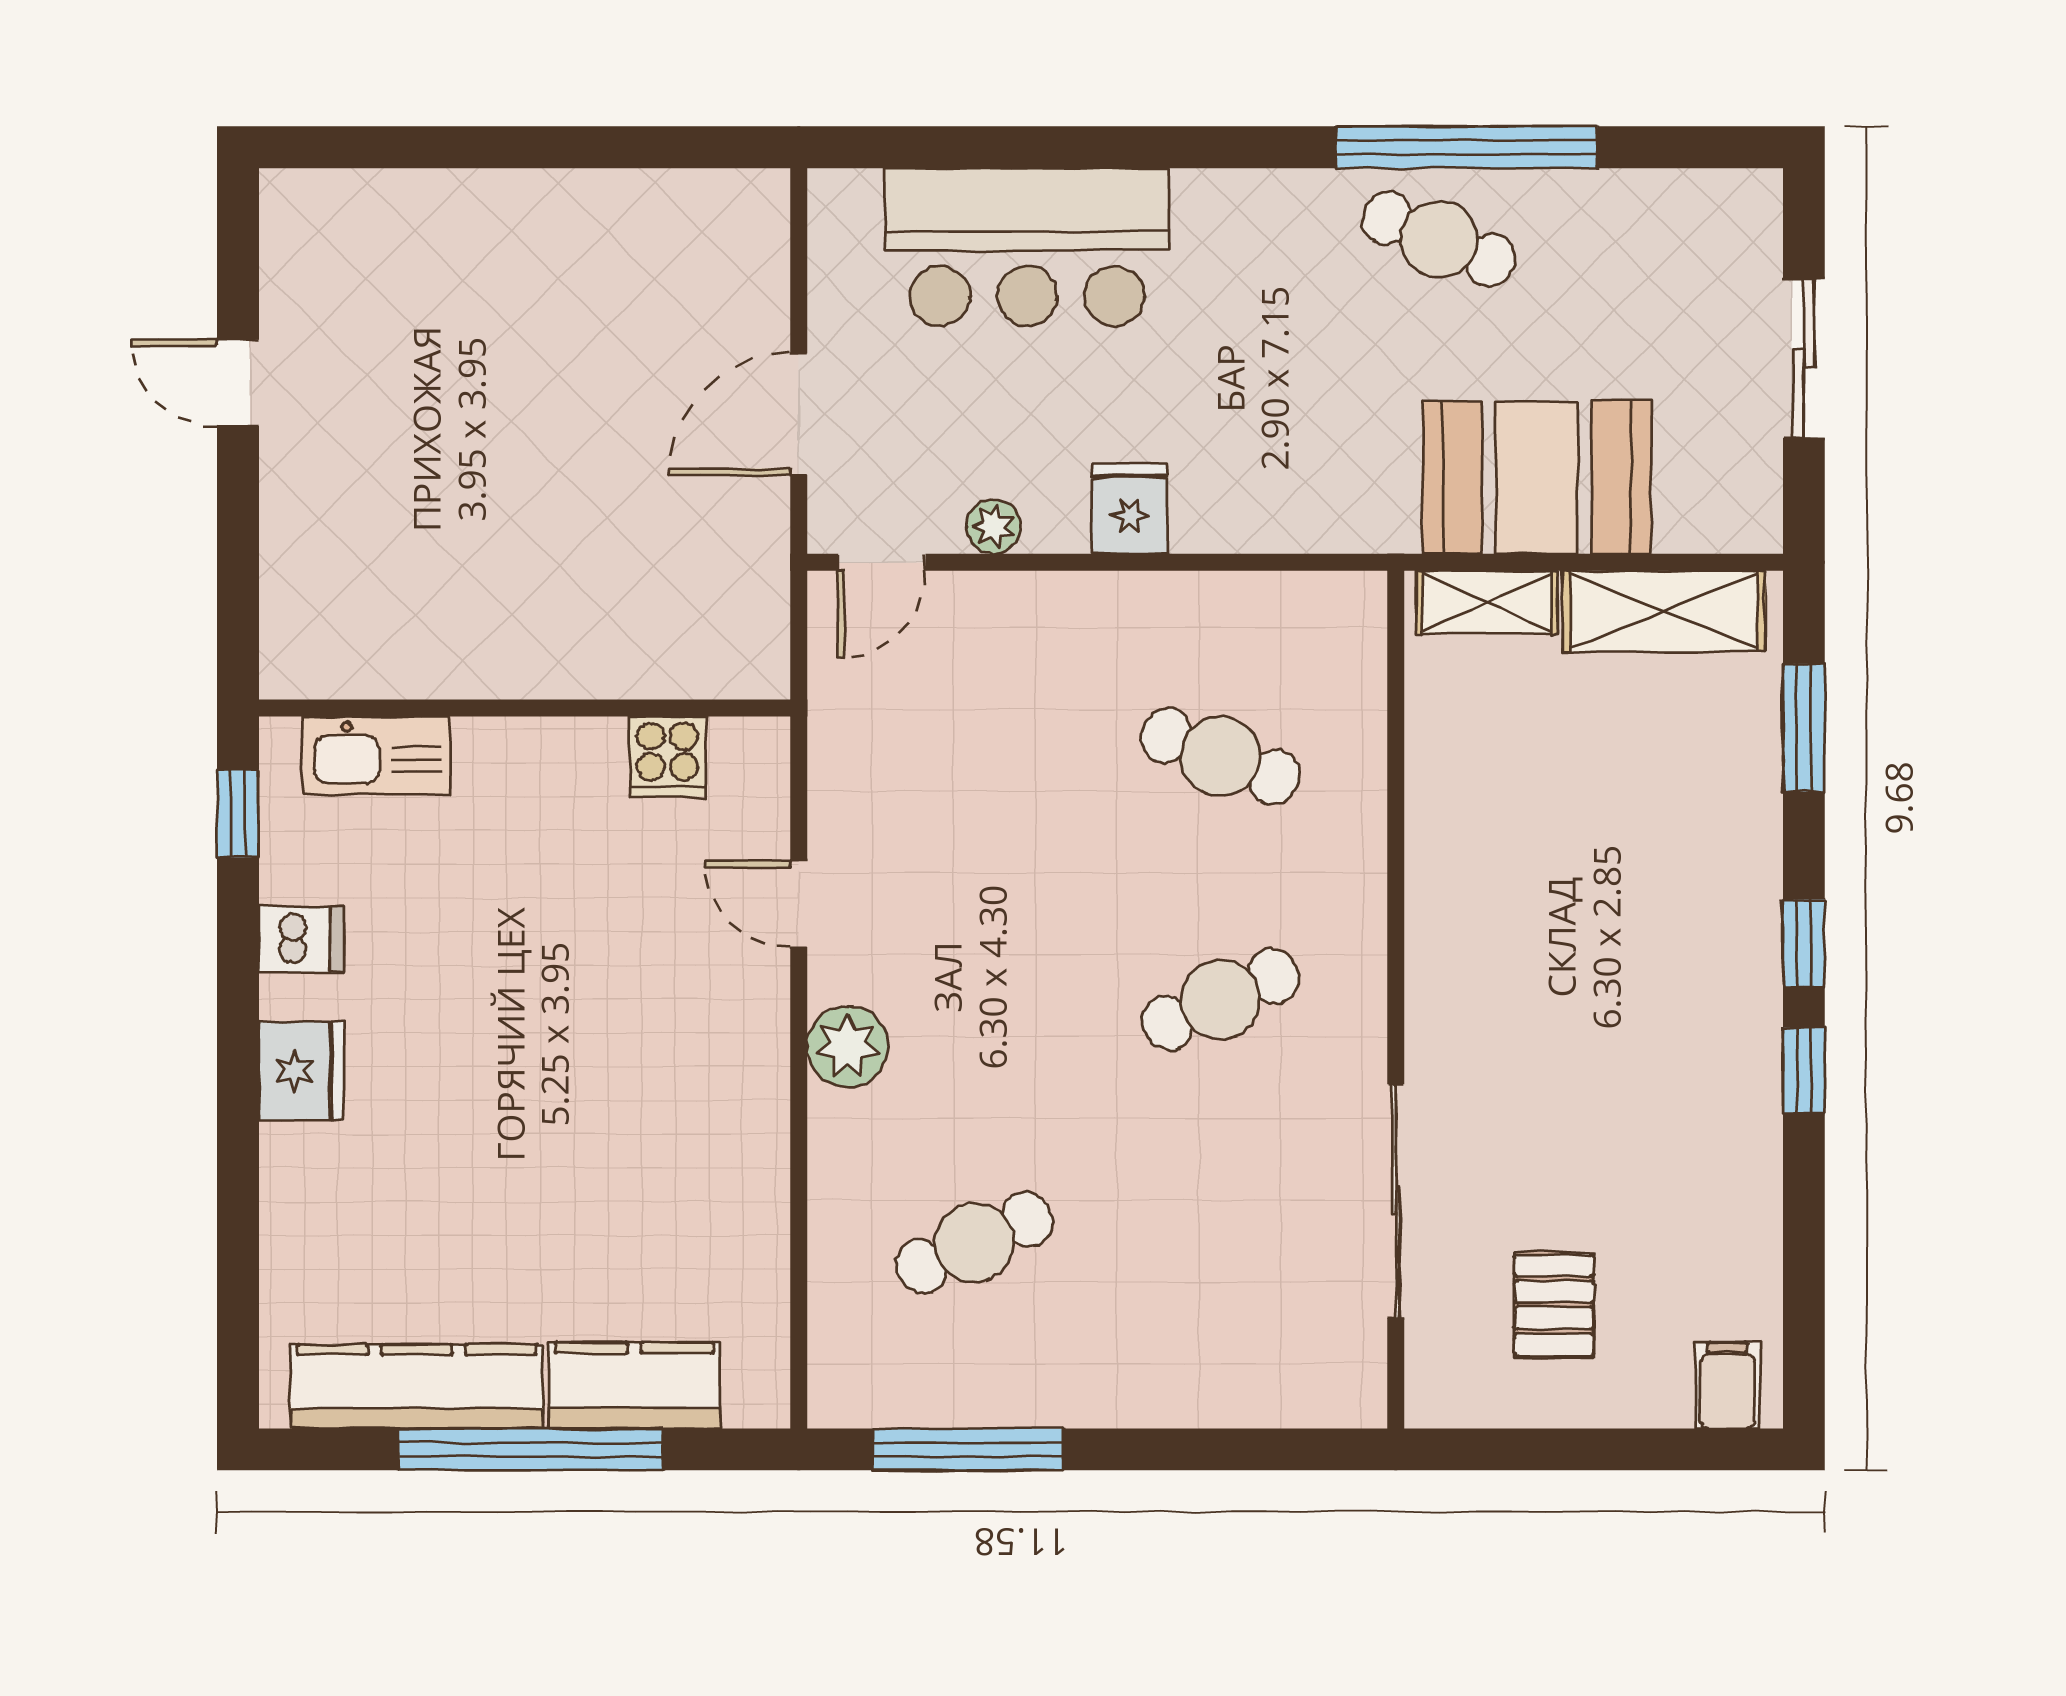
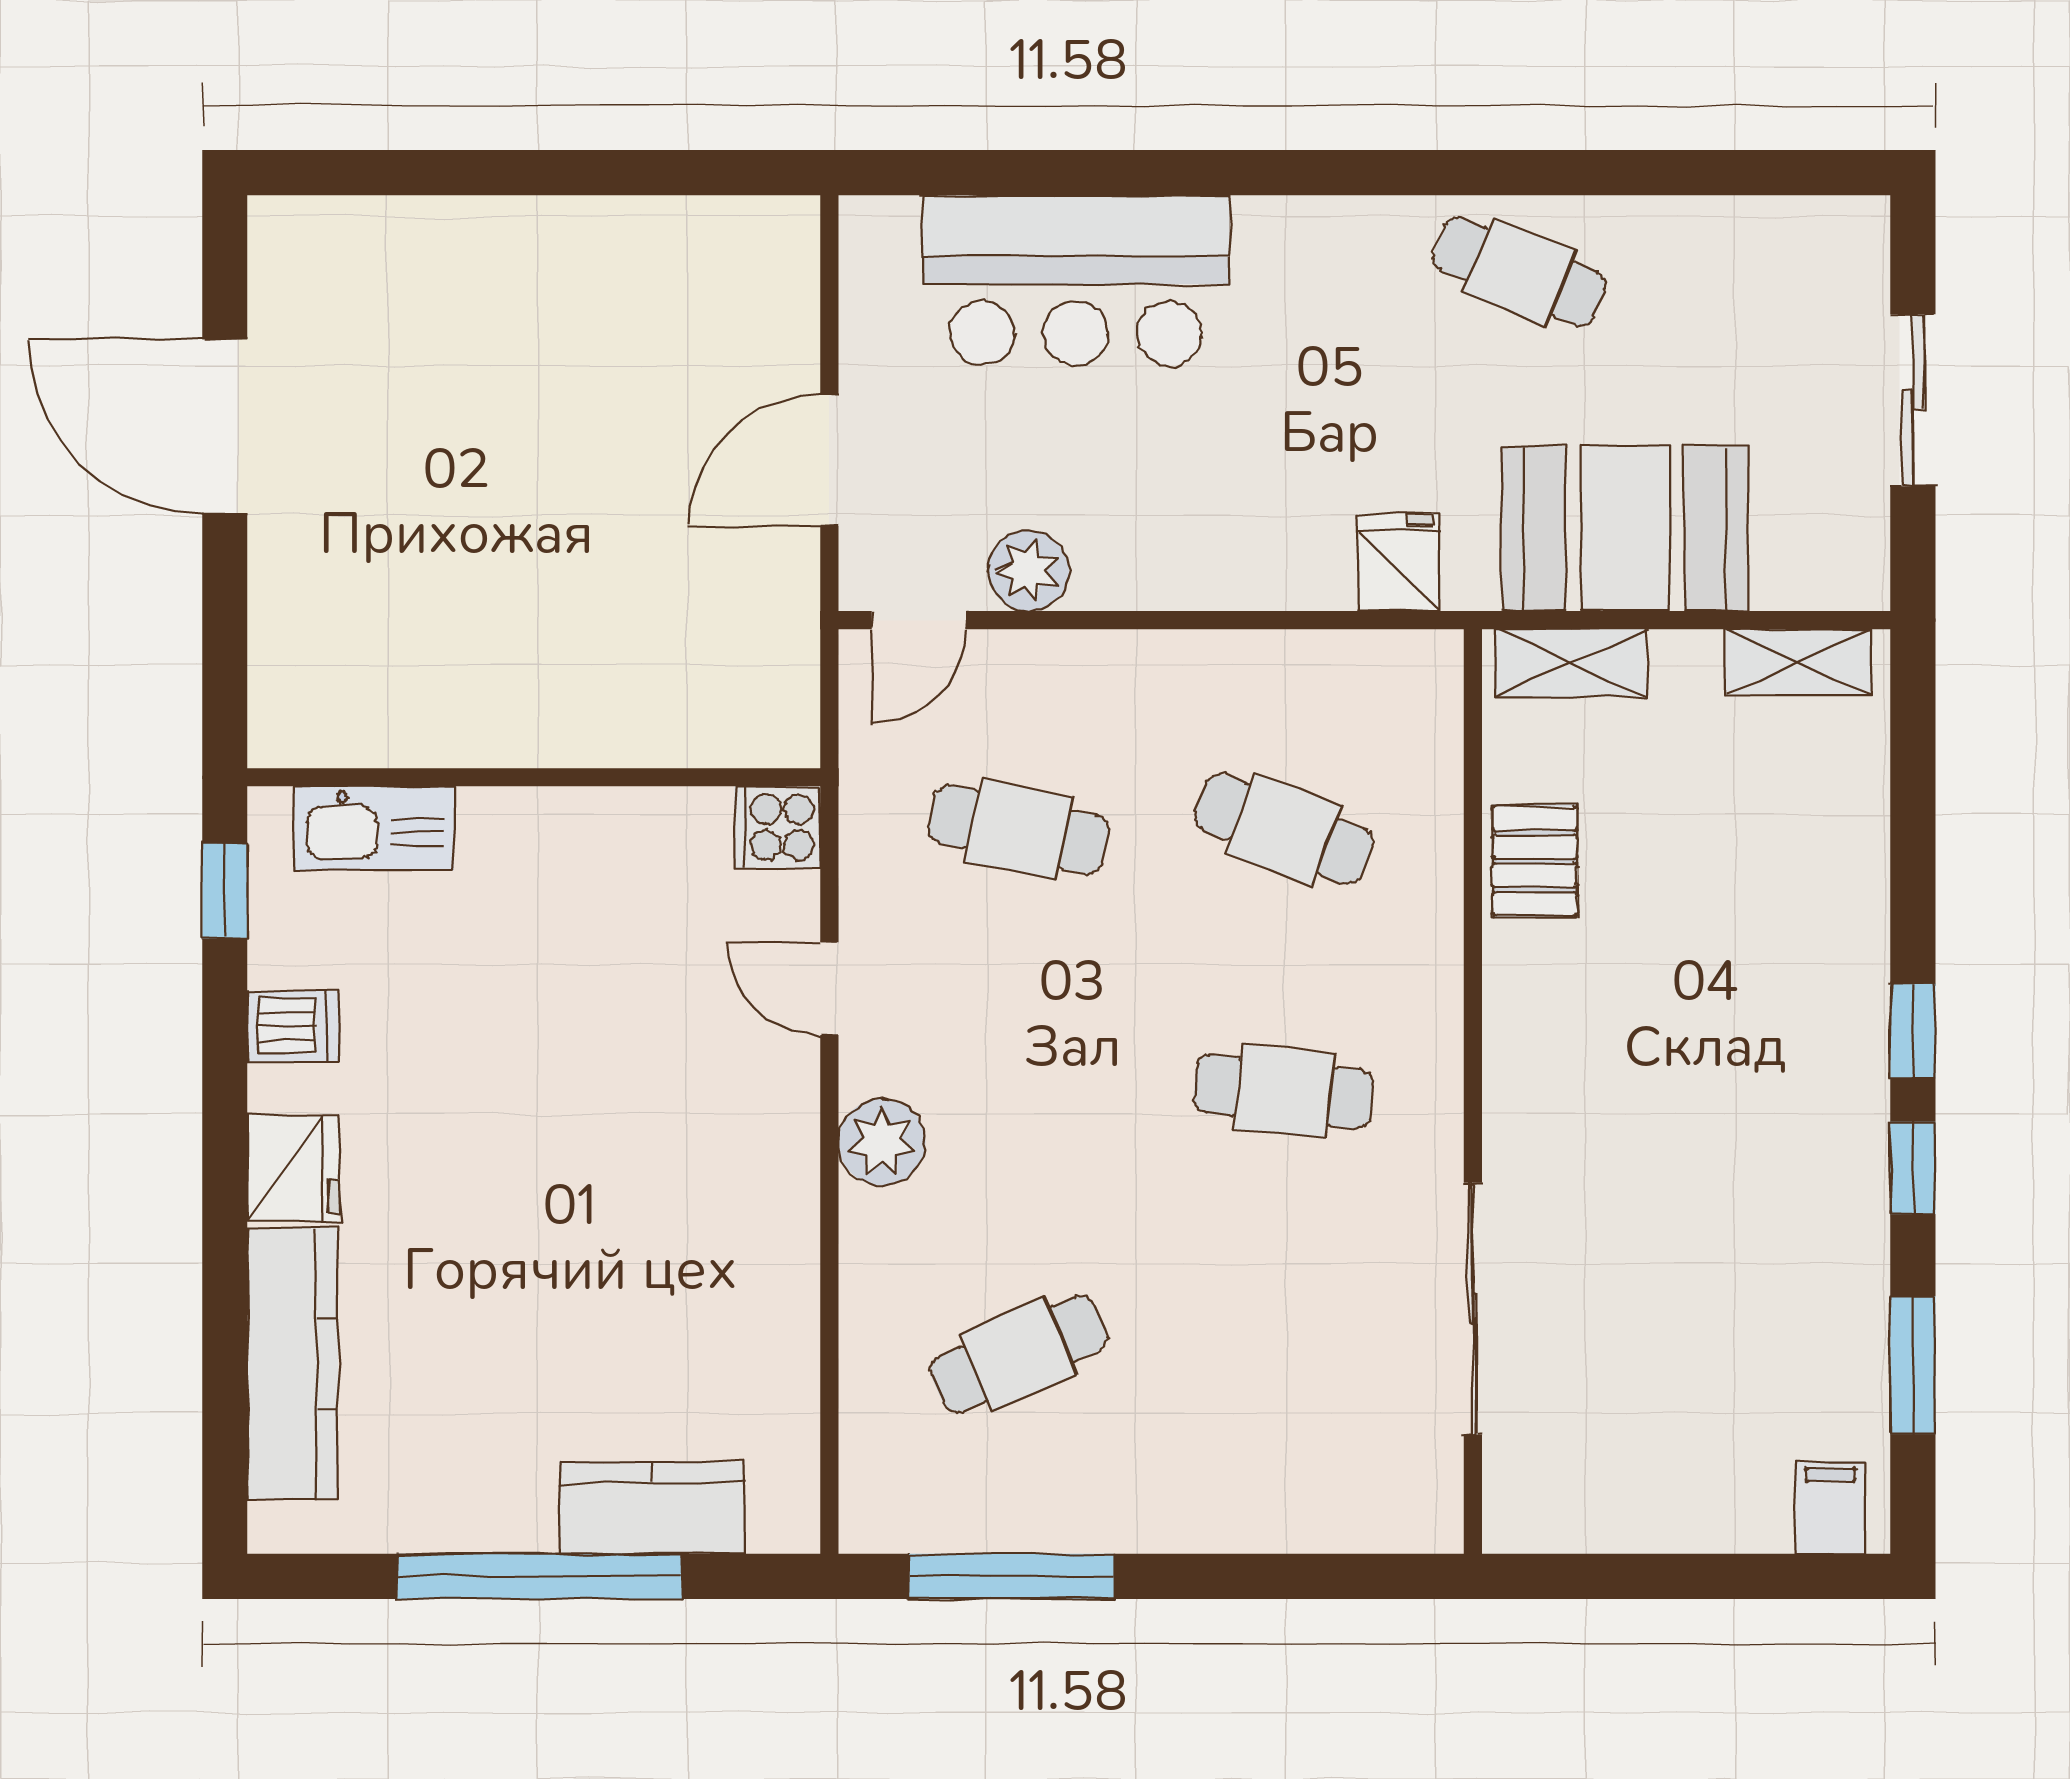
window: (1467, 147) -> (1549, 173), removed
door: (238, 383) -> (225, 427), width x1.88
fridge: (1130, 509) -> (1399, 562), moved
plant: (994, 527) -> (1029, 571), width x1.38, depth x1.38
shelving: (1664, 611) -> (1798, 662), width x0.67, depth x0.75
window: (1804, 728) -> (1913, 1365), moved
cooker: (667, 756) -> (777, 827), moved, turned 90
cafe table: (974, 756) -> (1019, 829), added
cafe table: (1220, 1000) -> (1284, 1092), turned 30
pallet: (1554, 1305) -> (1535, 861), moved
kitchen counter: (417, 1387) -> (293, 1363), moved, turned 90

